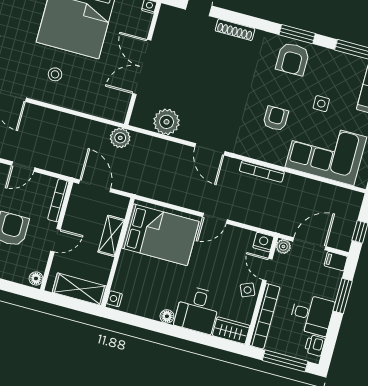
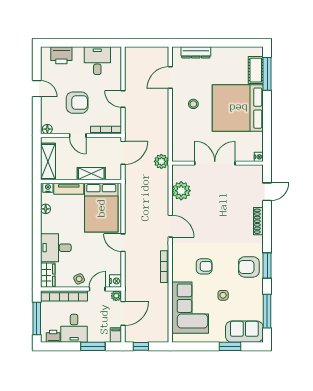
door: (210, 149) -> (170, 226), swing flipped
door: (309, 244) -> (123, 313), hinge flipped
tv unit: (123, 271) -> (69, 189), added
floor lamp: (167, 316) -> (46, 209), moved

